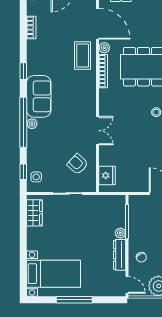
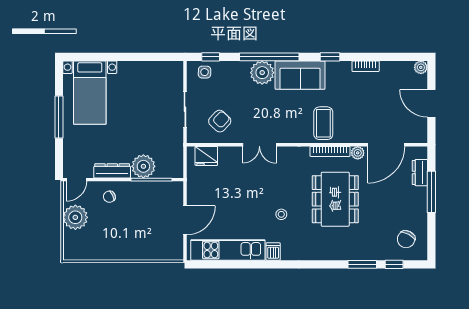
bookcase: (31, 27) -> (366, 66), moved
coffee table: (83, 56) -> (323, 123), moved, turned 90
plant: (32, 124) -> (262, 73), width x1.87, depth x1.87
wardrobe: (34, 213) -> (162, 70), removed
plant: (120, 233) -> (143, 166), width x1.87, depth x1.87

